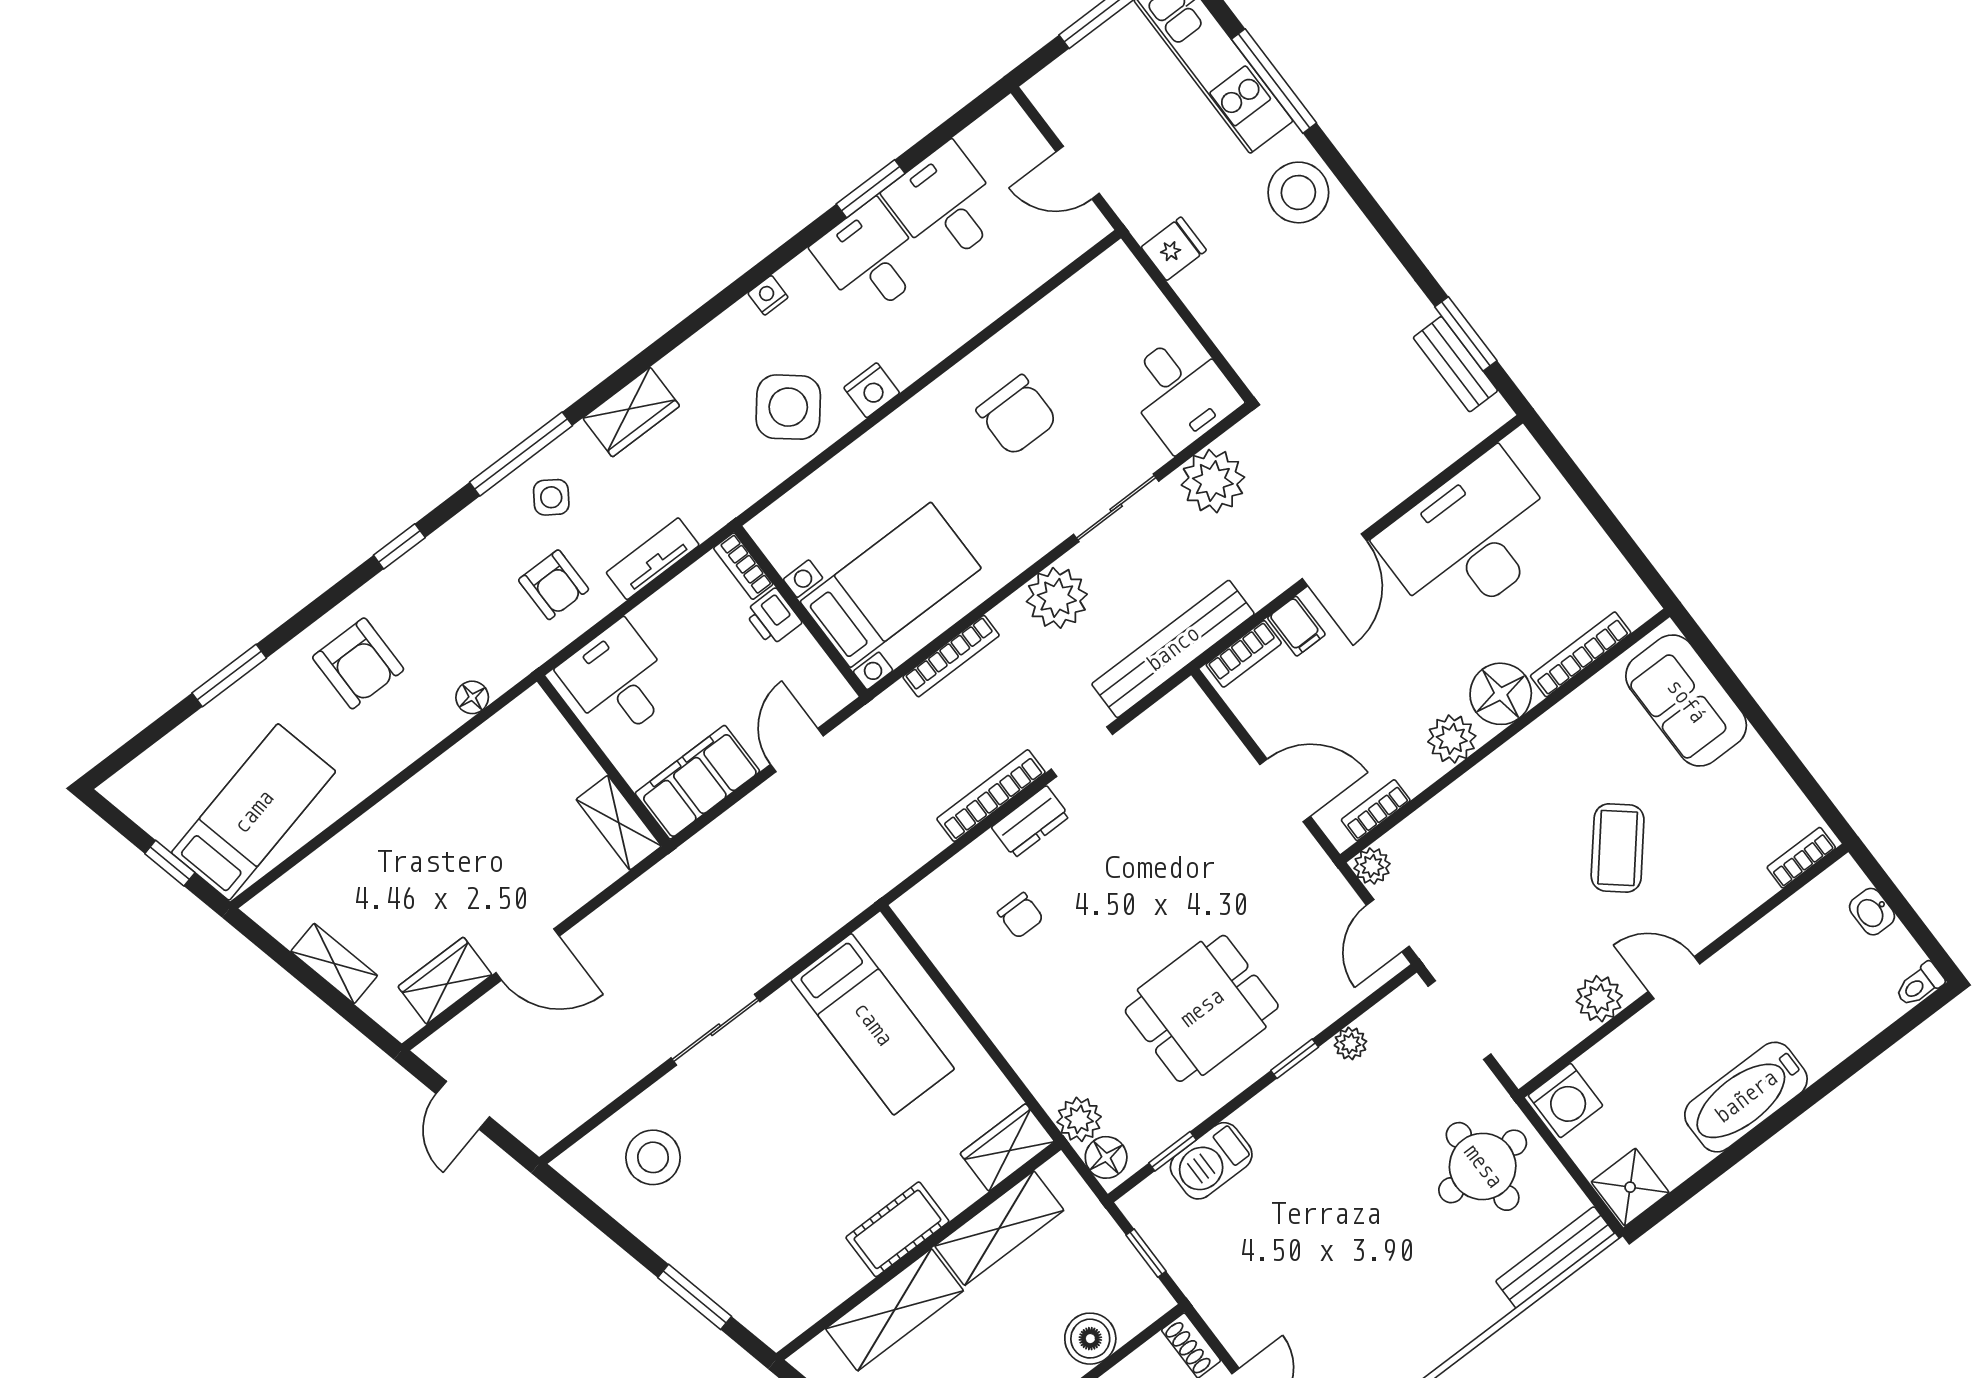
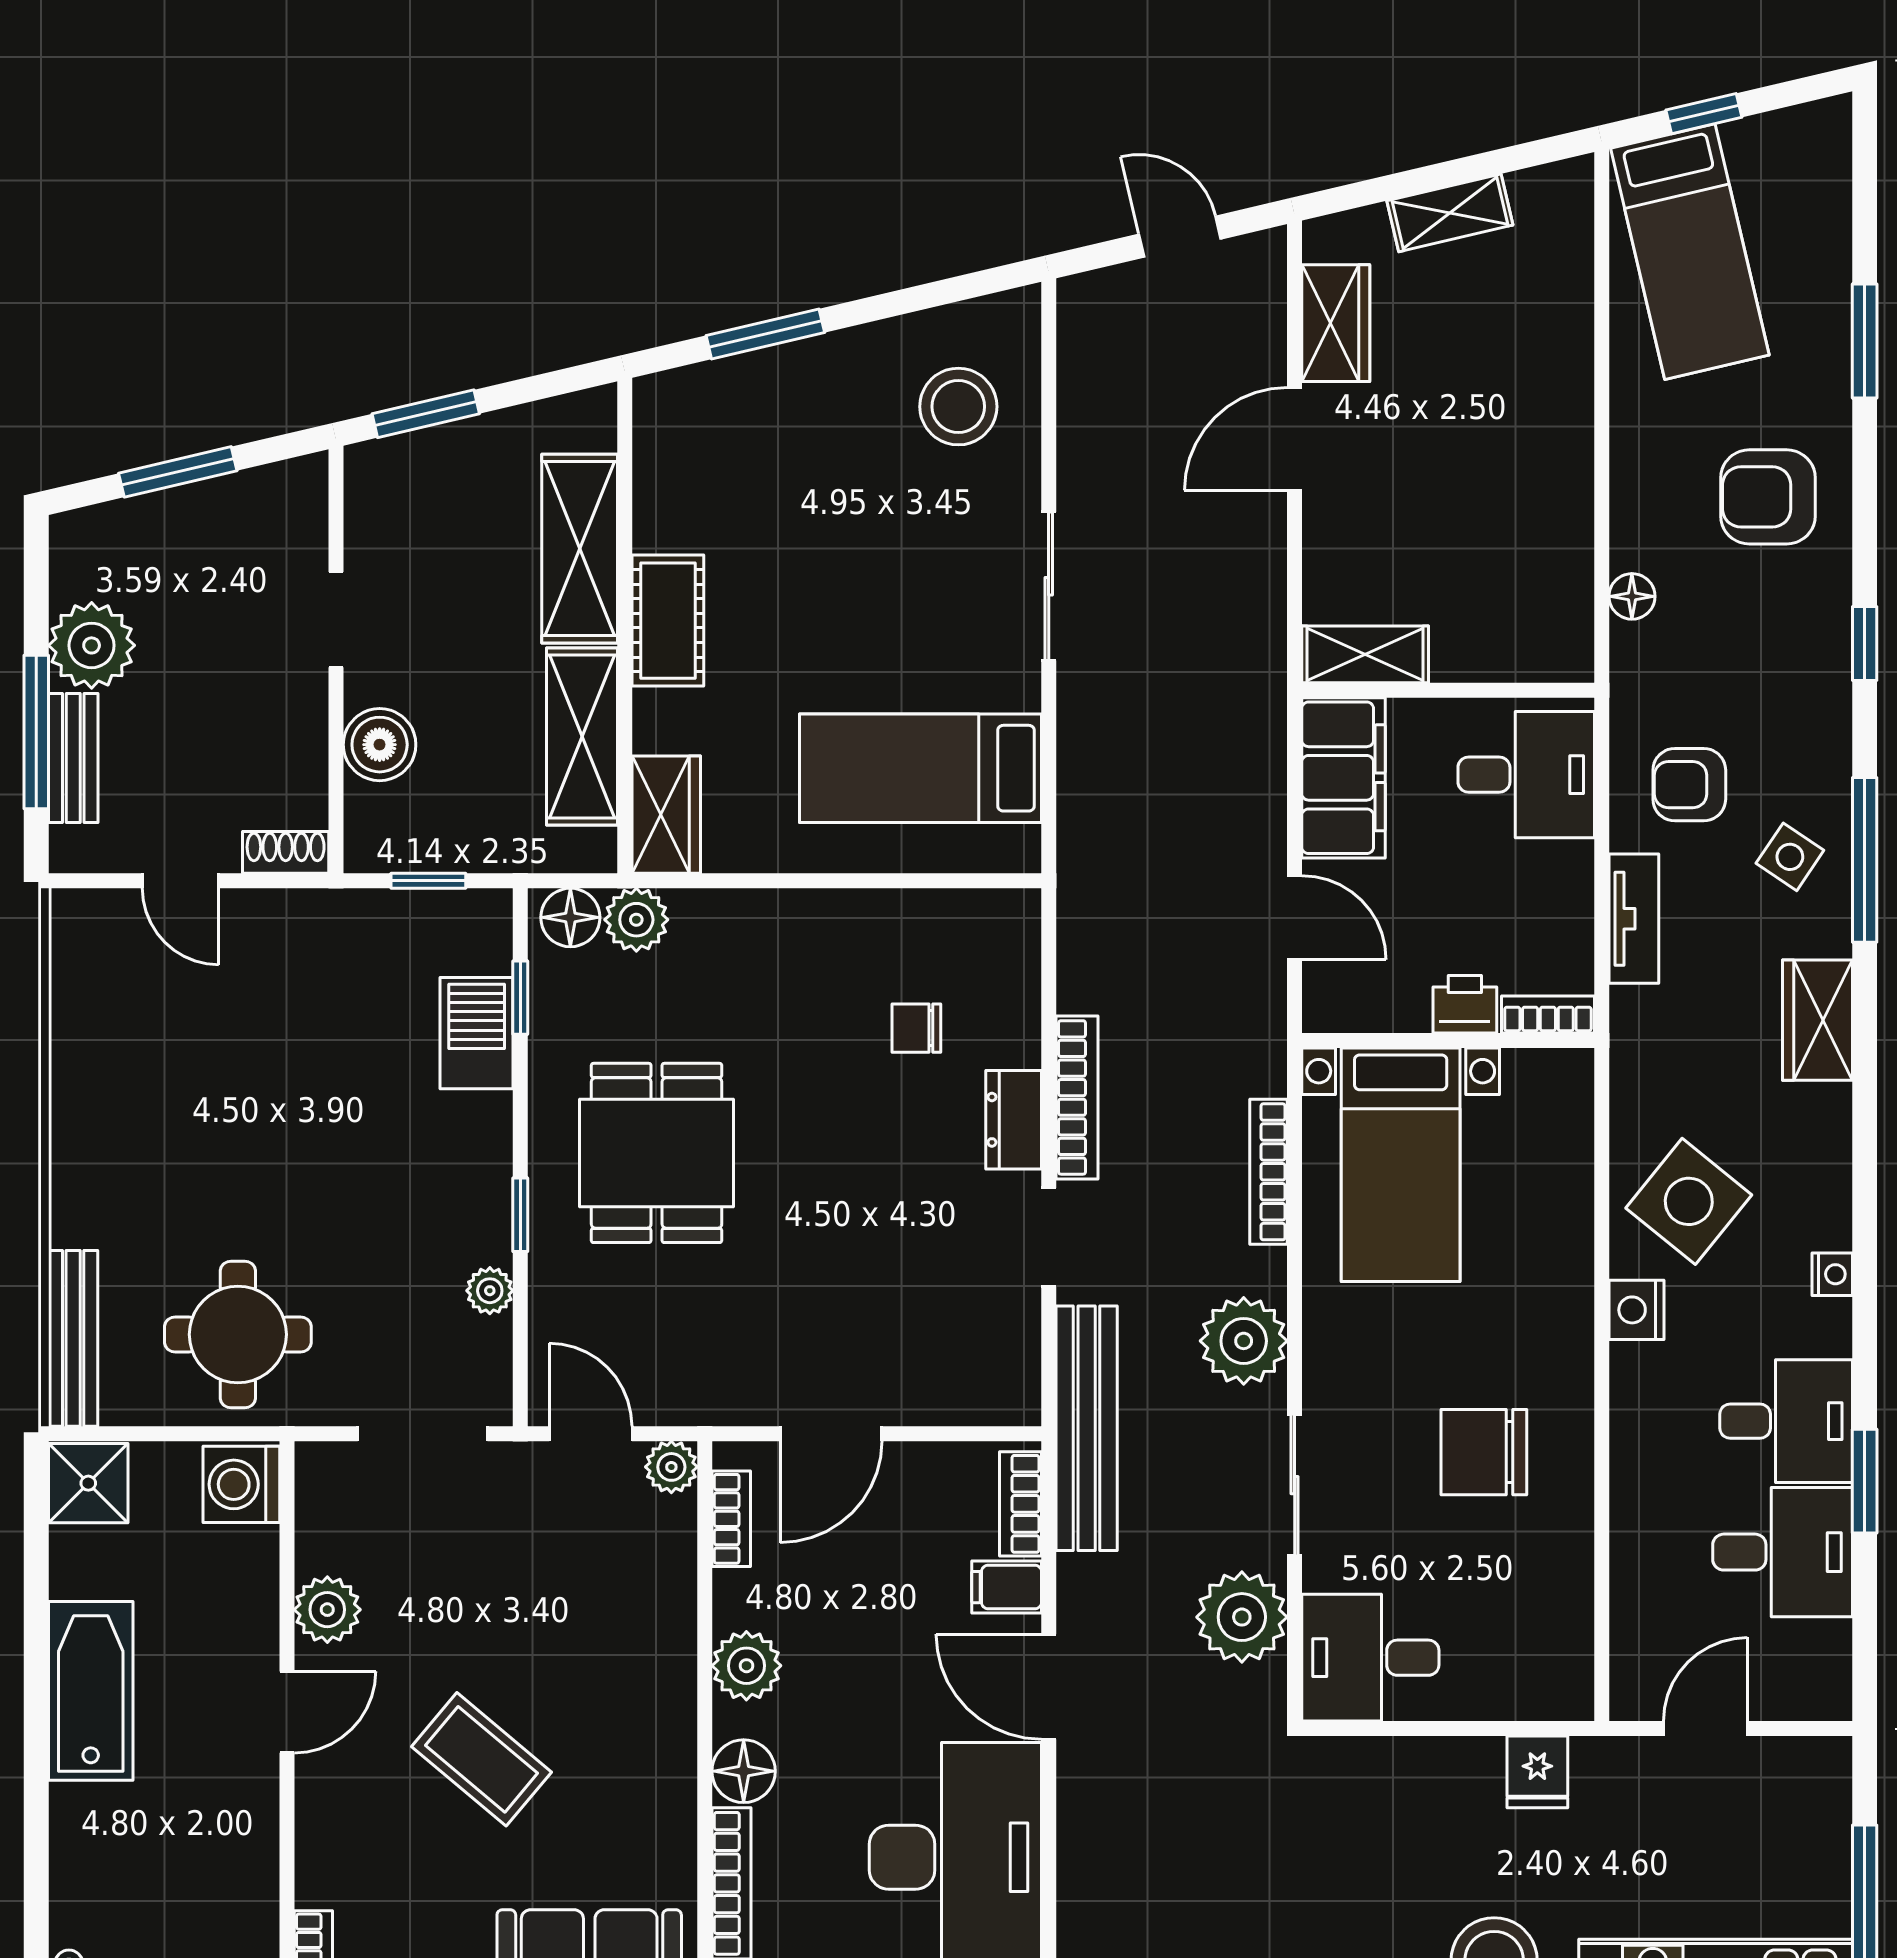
floor lamp: (1501, 694) -> (744, 1771), width x0.73, depth x0.73

